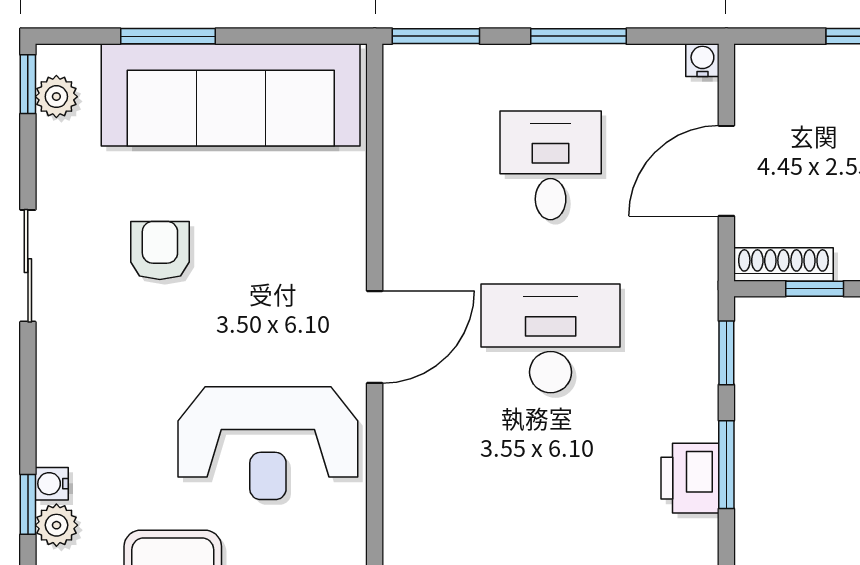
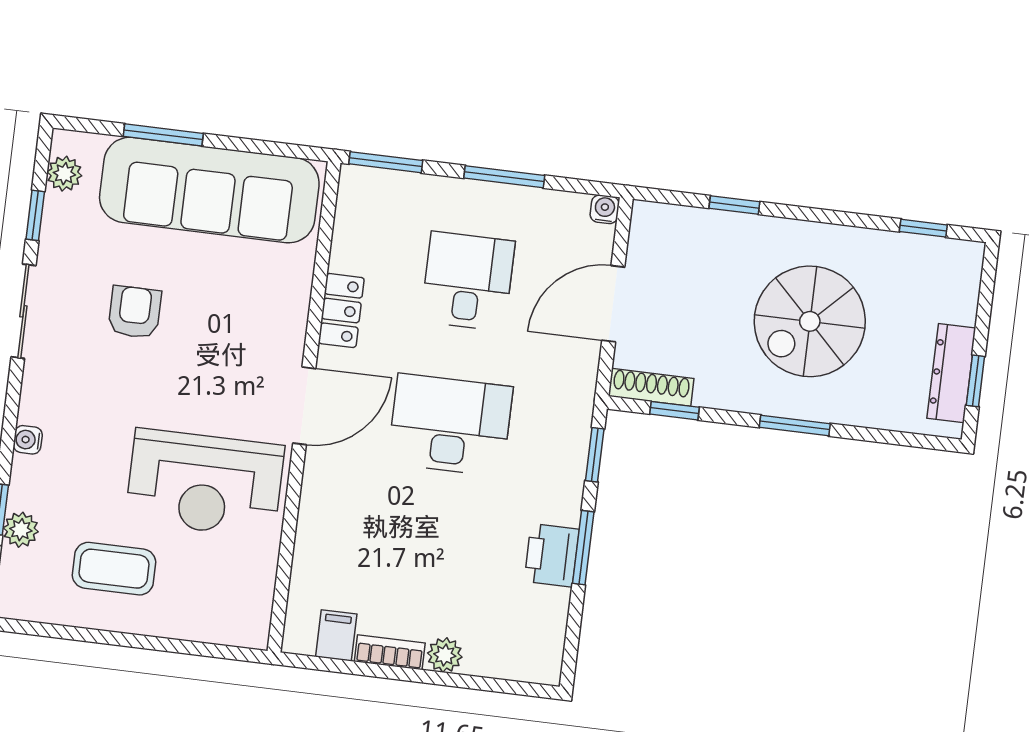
window: (28, 84) -> (35, 215), moved
locker: (405, 219) -> (341, 311), added
water cooler: (52, 484) -> (28, 440), moved

